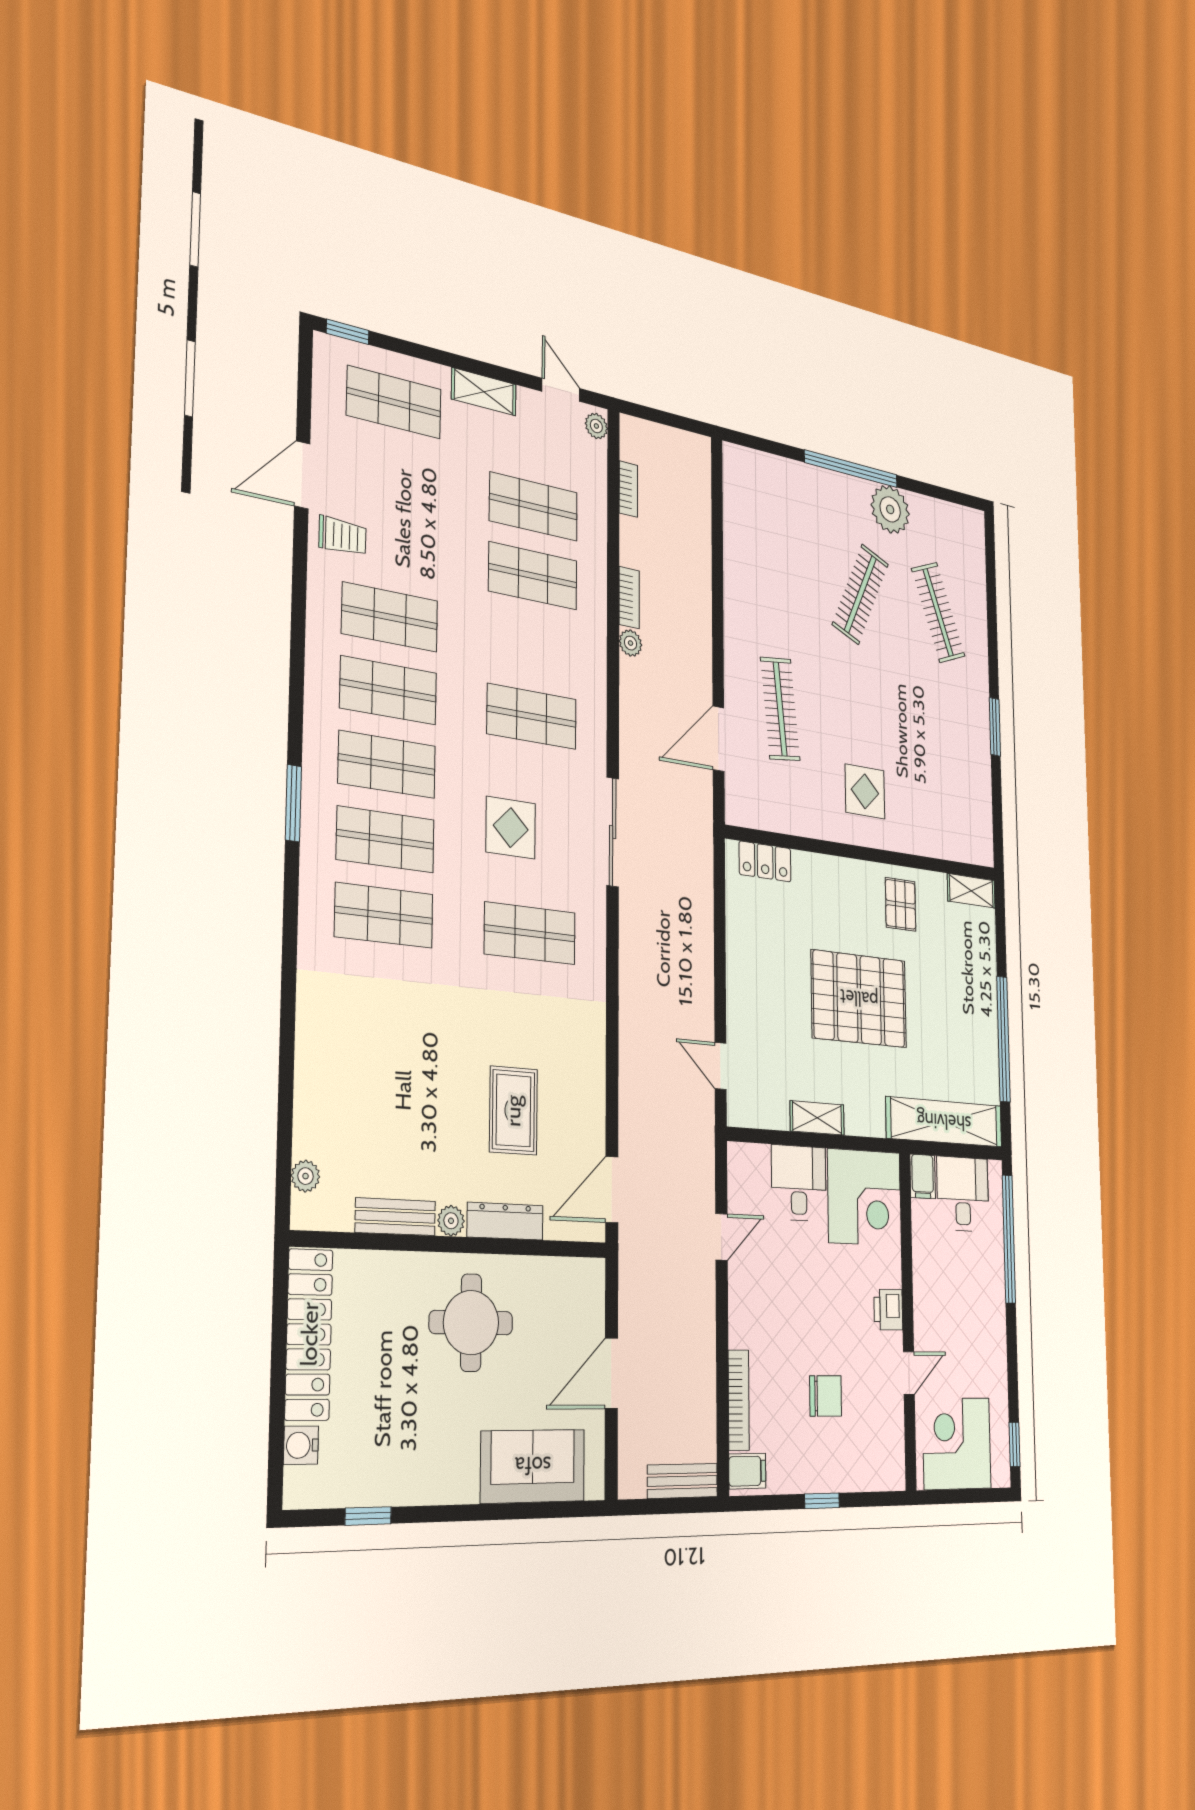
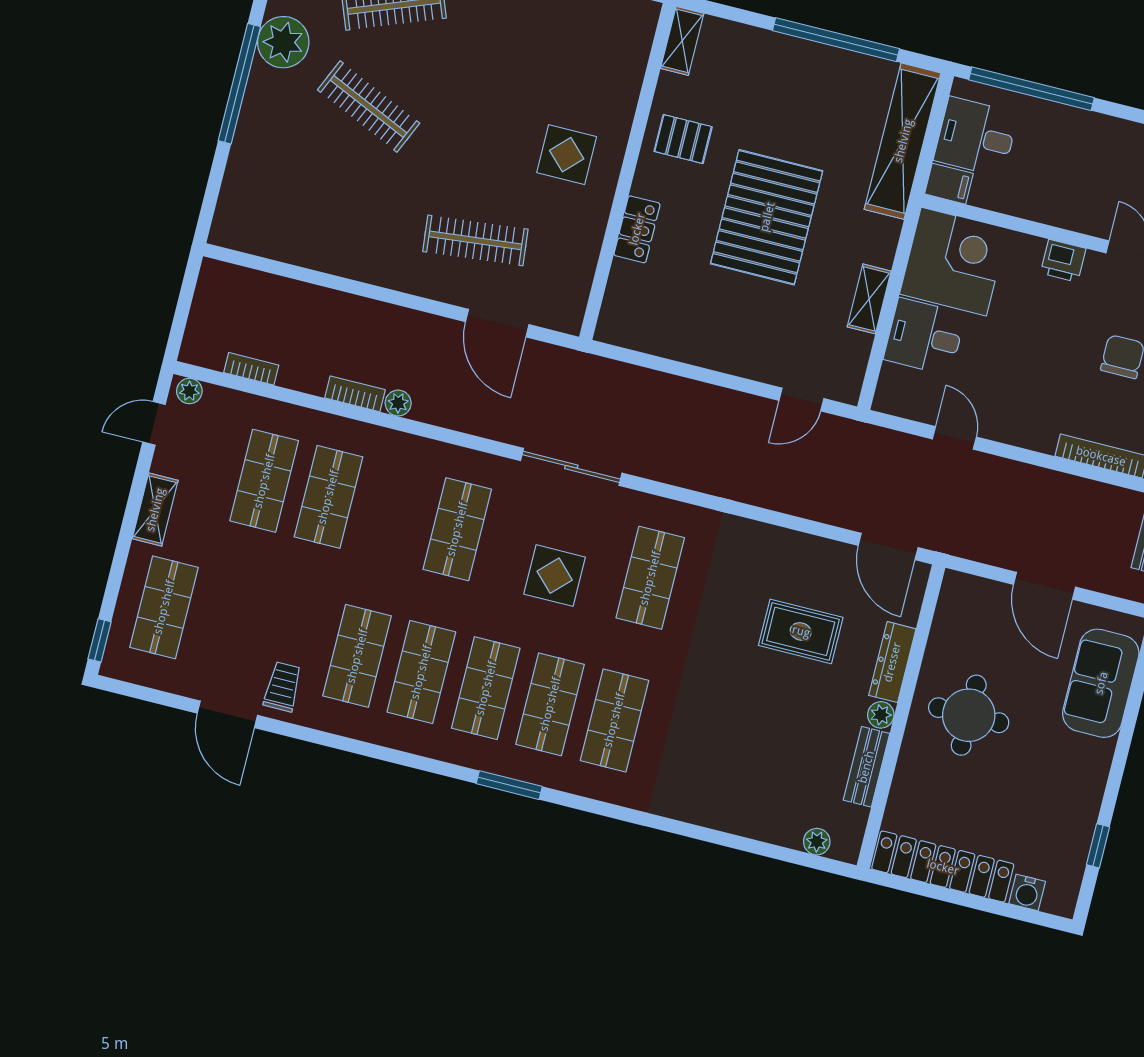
locker: (765, 861) -> (637, 229), moved

